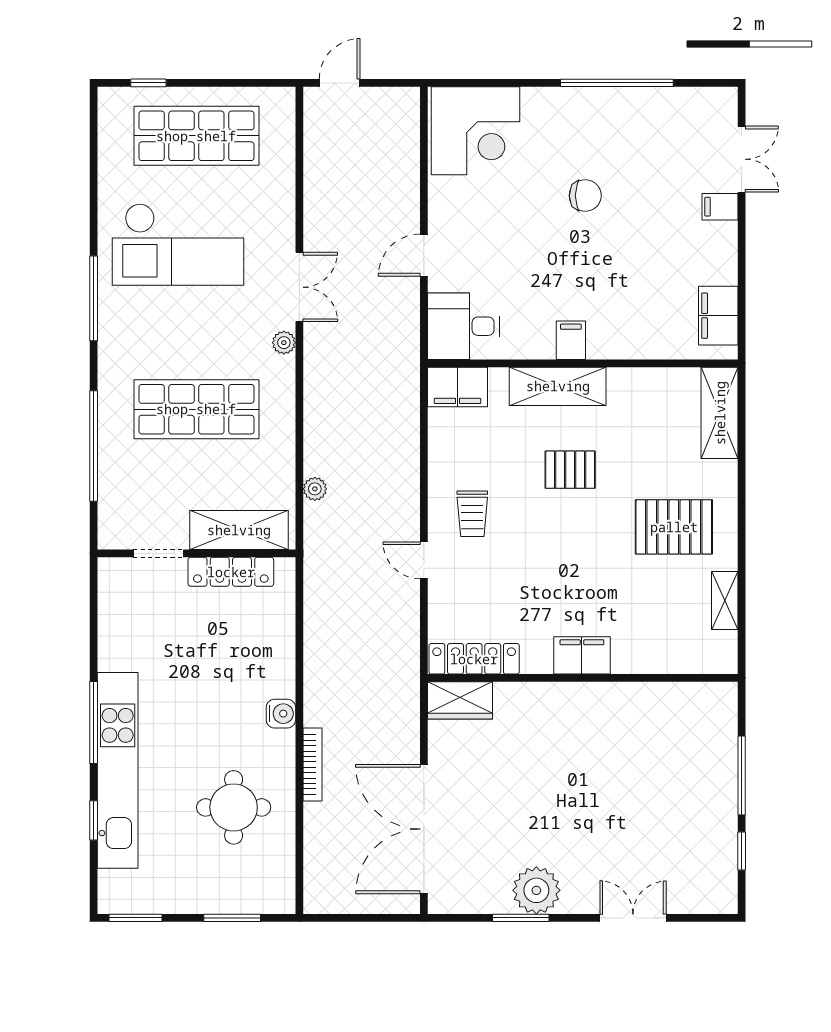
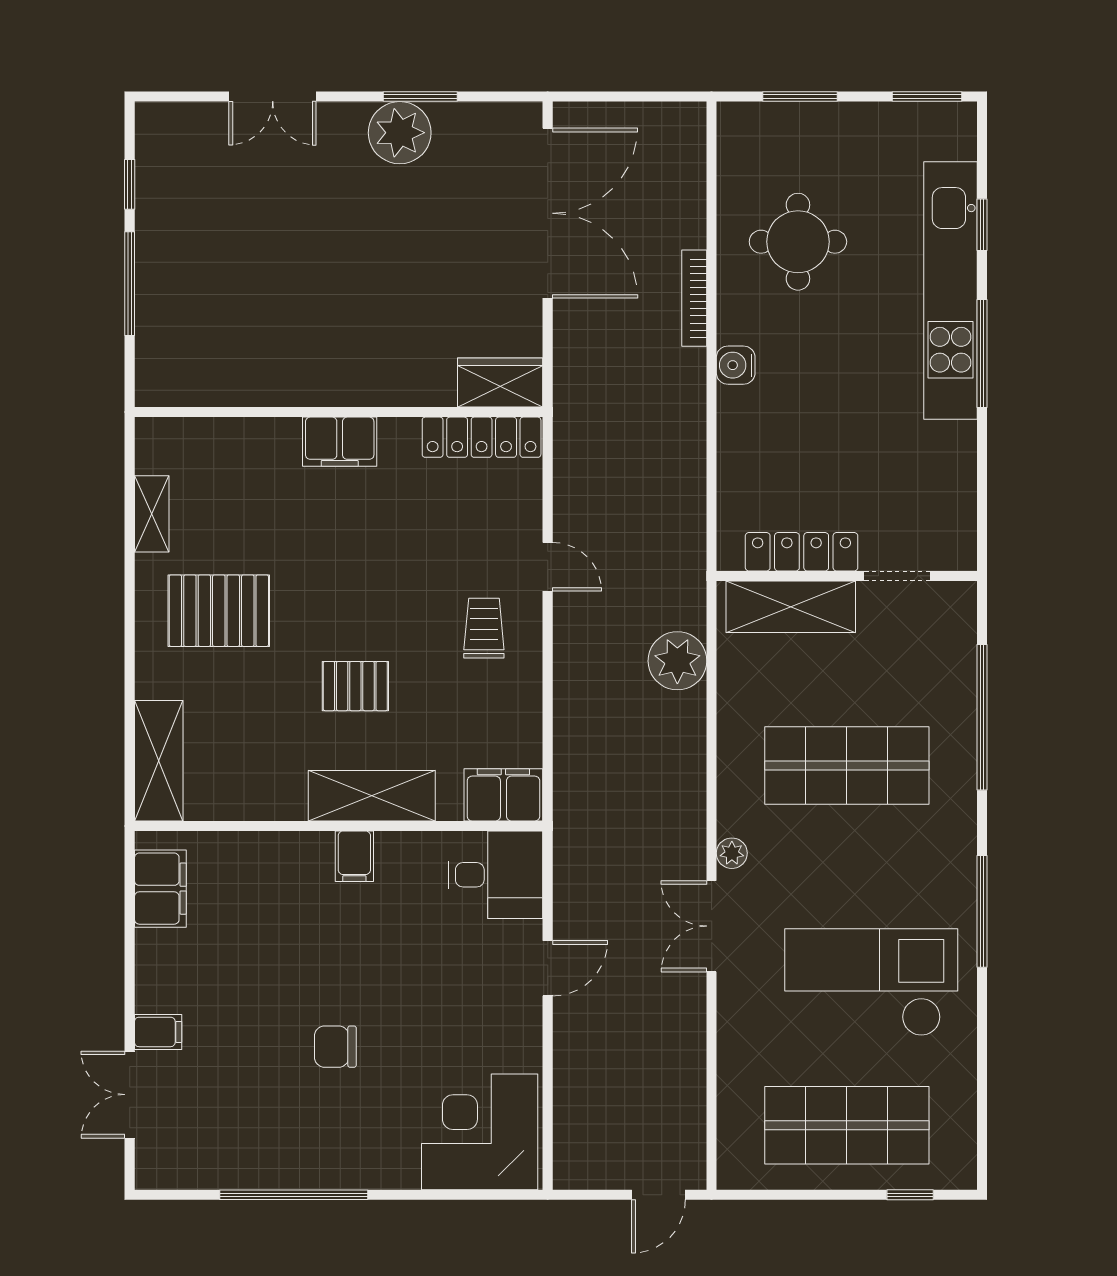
plant: (315, 489) -> (677, 661), width x1.88, depth x1.88

